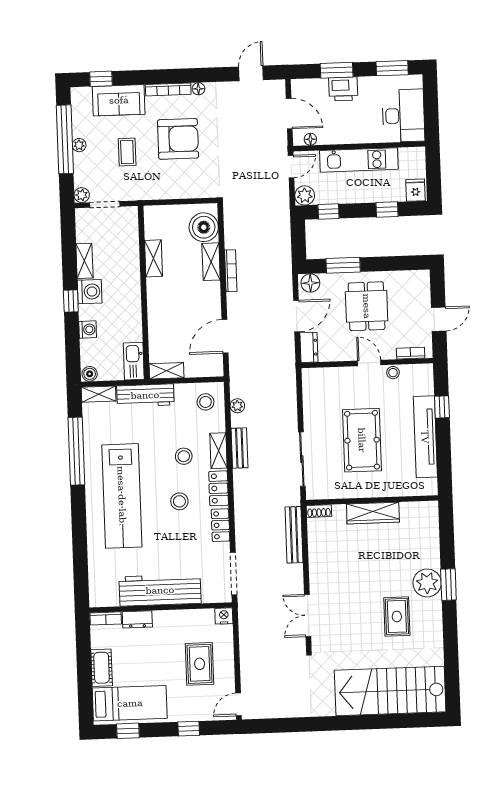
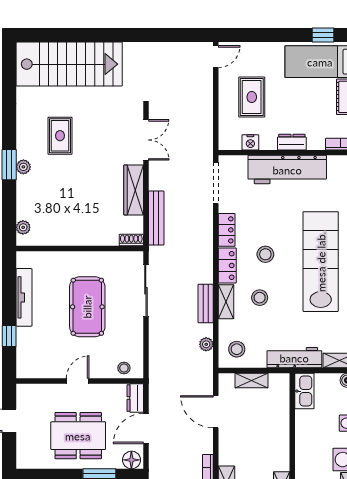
dining table: (367, 306) -> (78, 436), width x1.38
door: (225, 336) -> (216, 412), swing flipped
bookcase: (411, 353) -> (37, 389), removed
door: (369, 363) -> (78, 381), swing flipped
shelving: (166, 371) -> (252, 380), moved
stool: (393, 373) -> (124, 368), moved
tv unit: (425, 437) -> (24, 297), width x0.73, depth x0.78
wardrobe: (373, 513) -> (134, 190), moved, turned -90
plant: (432, 520) -> (23, 227), added
plant: (427, 583) -> (23, 167), width x0.53, depth x0.53
nightstand: (224, 616) -> (250, 142), moved
dresser: (137, 619) -> (292, 142), moved
window: (189, 729) -> (264, 35), removed

